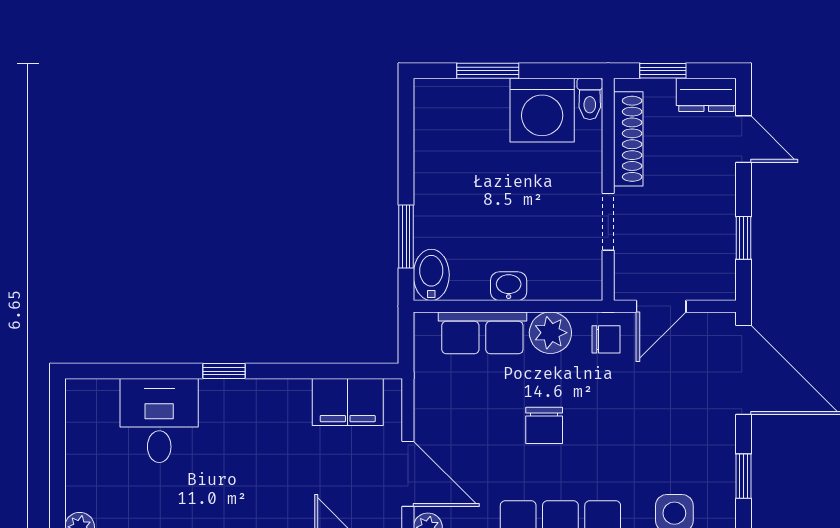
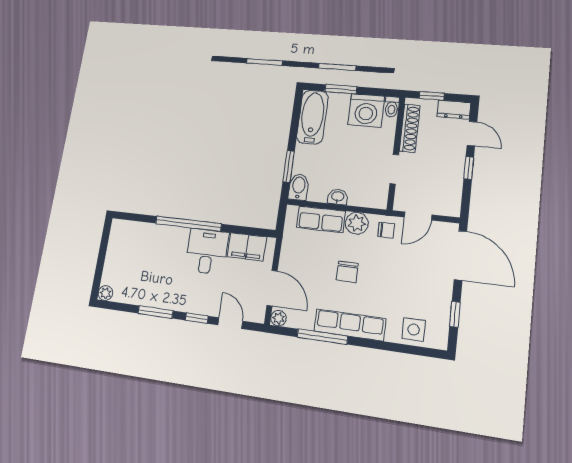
bathtub: (439, 133) -> (312, 117), added
window: (743, 238) -> (469, 168), moved
window: (224, 371) -> (188, 224), width x3.17
desk: (159, 421) -> (207, 251), moved

